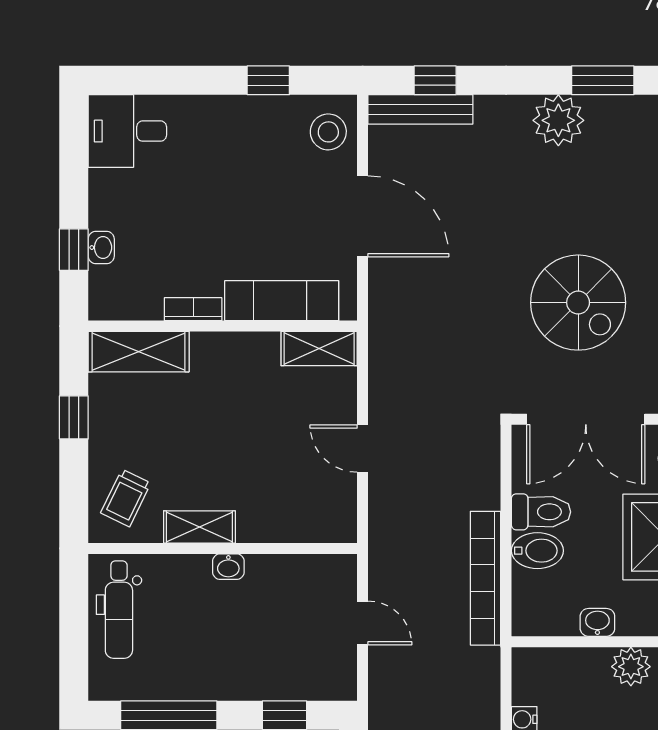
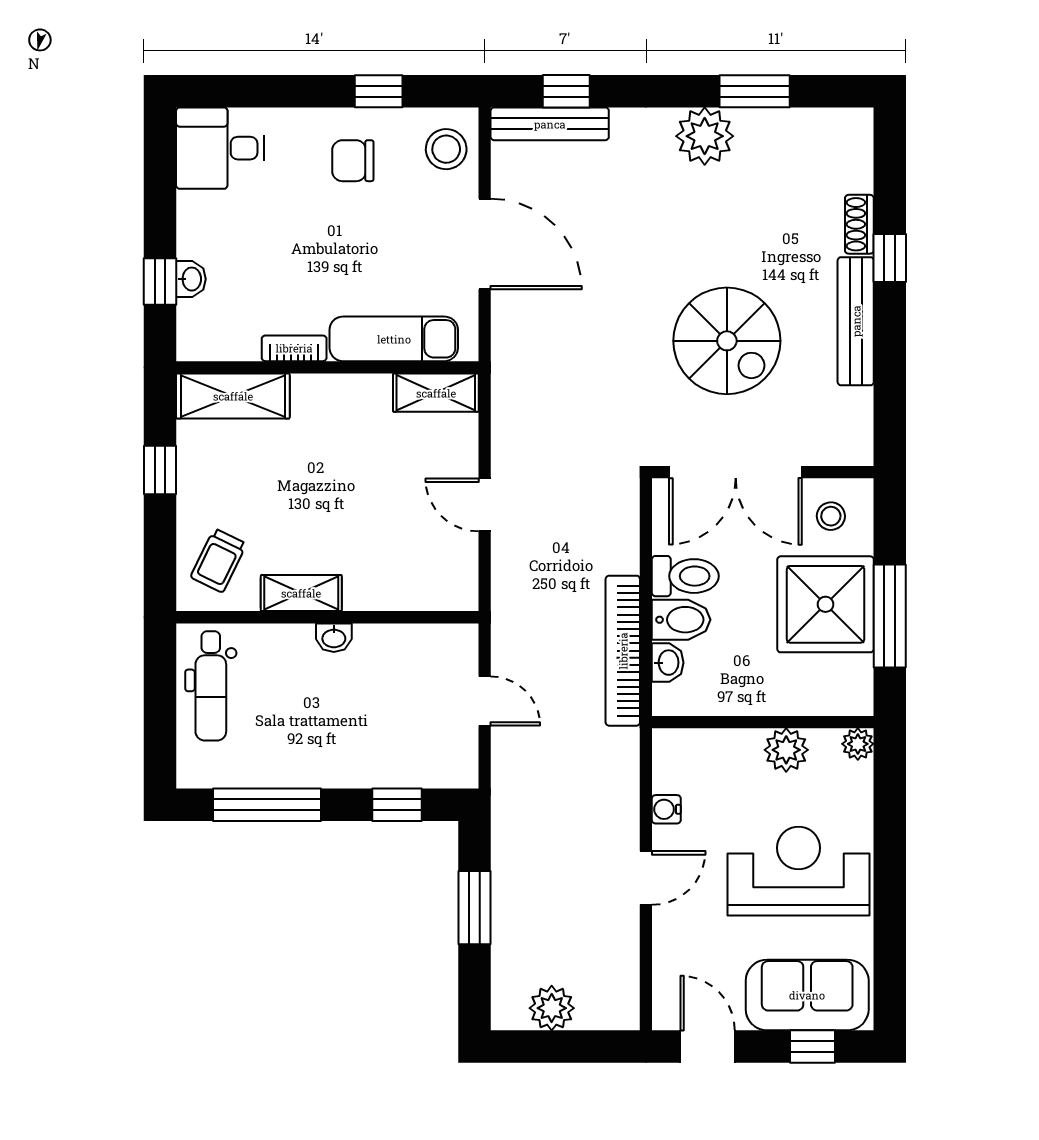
chair: (245, 142) -> (353, 161), added
washbasin: (597, 622) -> (668, 663), moved, turned 90

